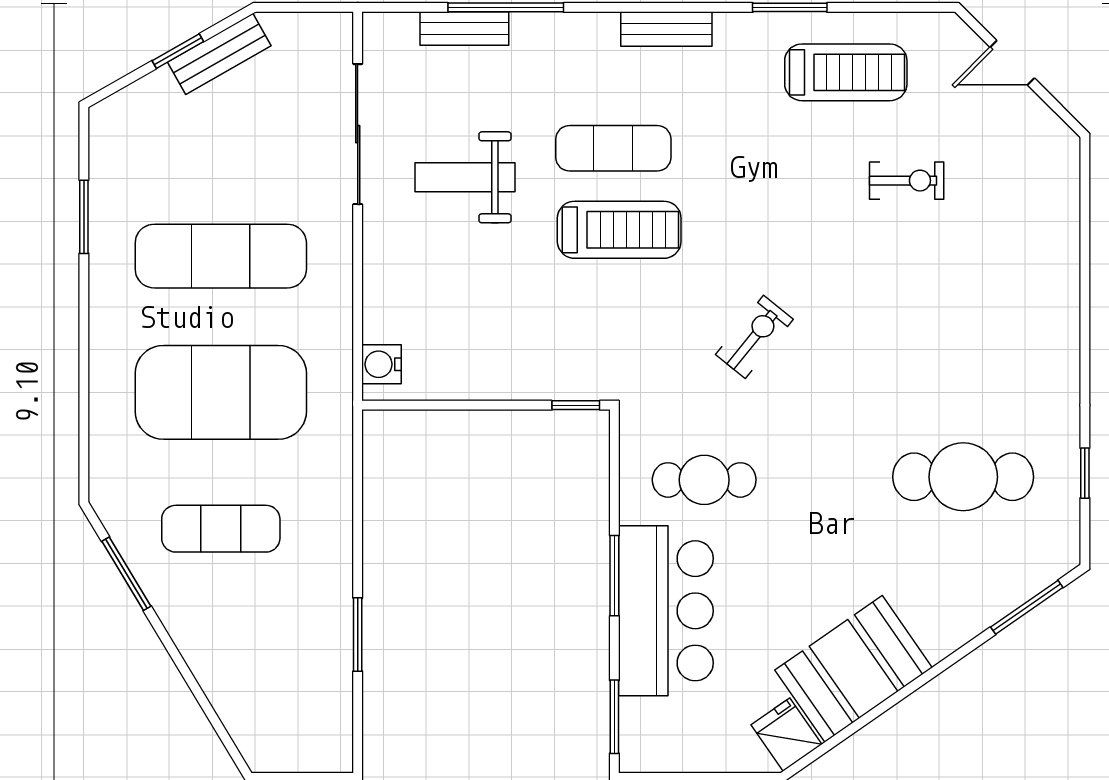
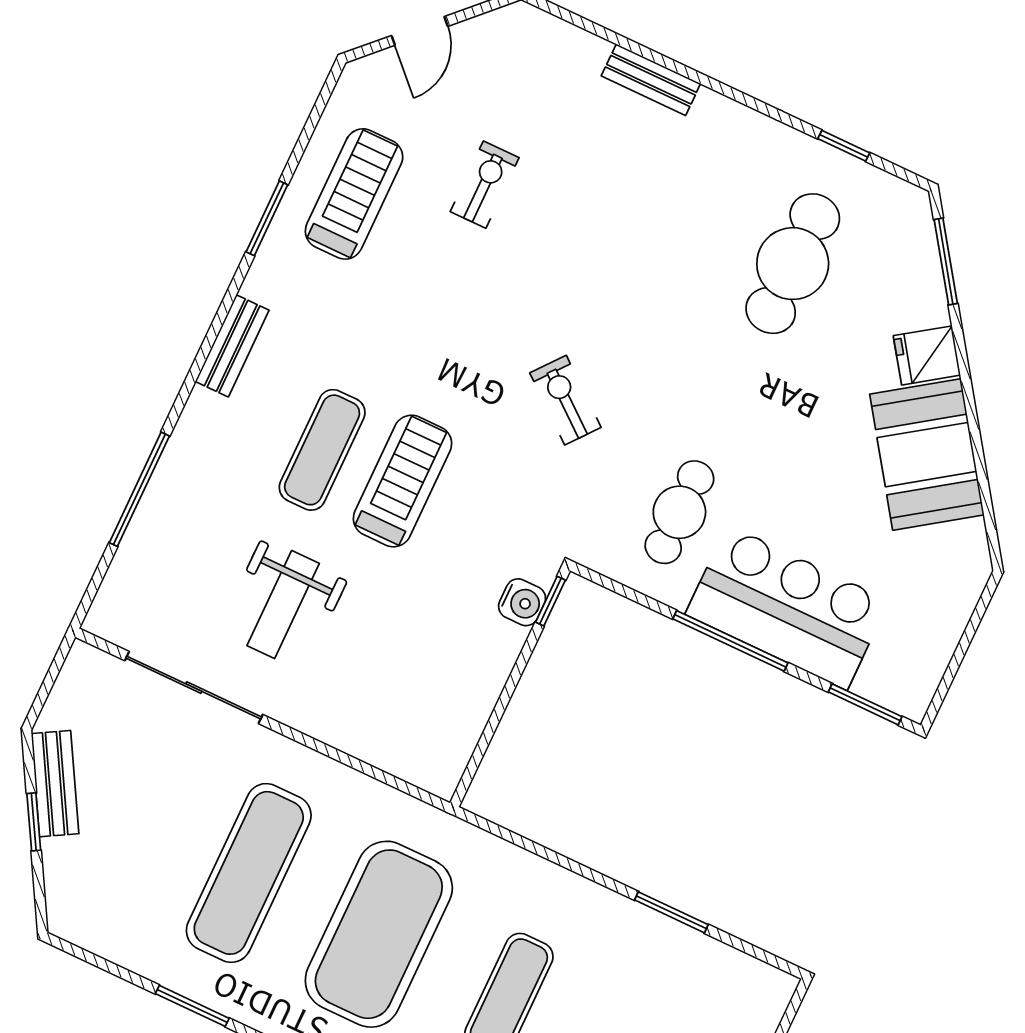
bench: (464, 29) -> (651, 80), moved, turned 90
window: (84, 217) -> (192, 1006), moved
water cooler: (382, 364) -> (522, 602), moved, turned -90
window: (614, 576) -> (730, 641), width x1.44
fridge: (786, 735) -> (927, 355), moved

